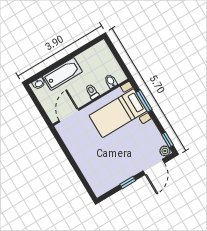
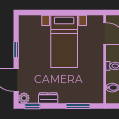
bed with nightstands: (118, 113) -> (64, 41), moved, turned 180
dresser: (153, 130) -> (48, 98), added

